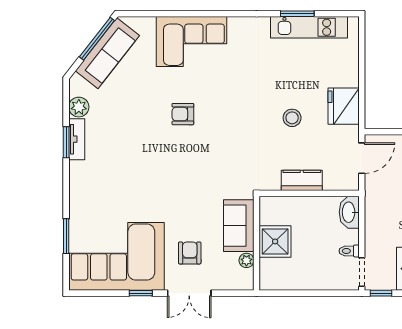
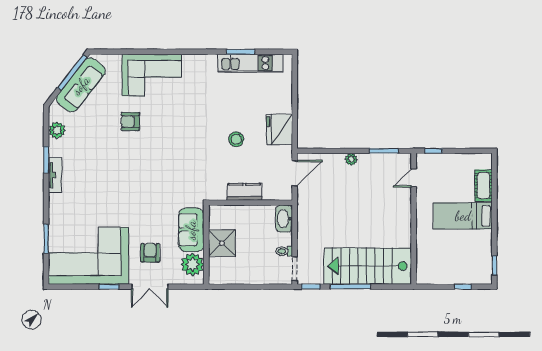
armchair: (183, 114) -> (130, 122), moved
tv unit: (77, 139) -> (55, 175), moved
plant: (246, 260) -> (192, 264), width x1.88, depth x1.88

